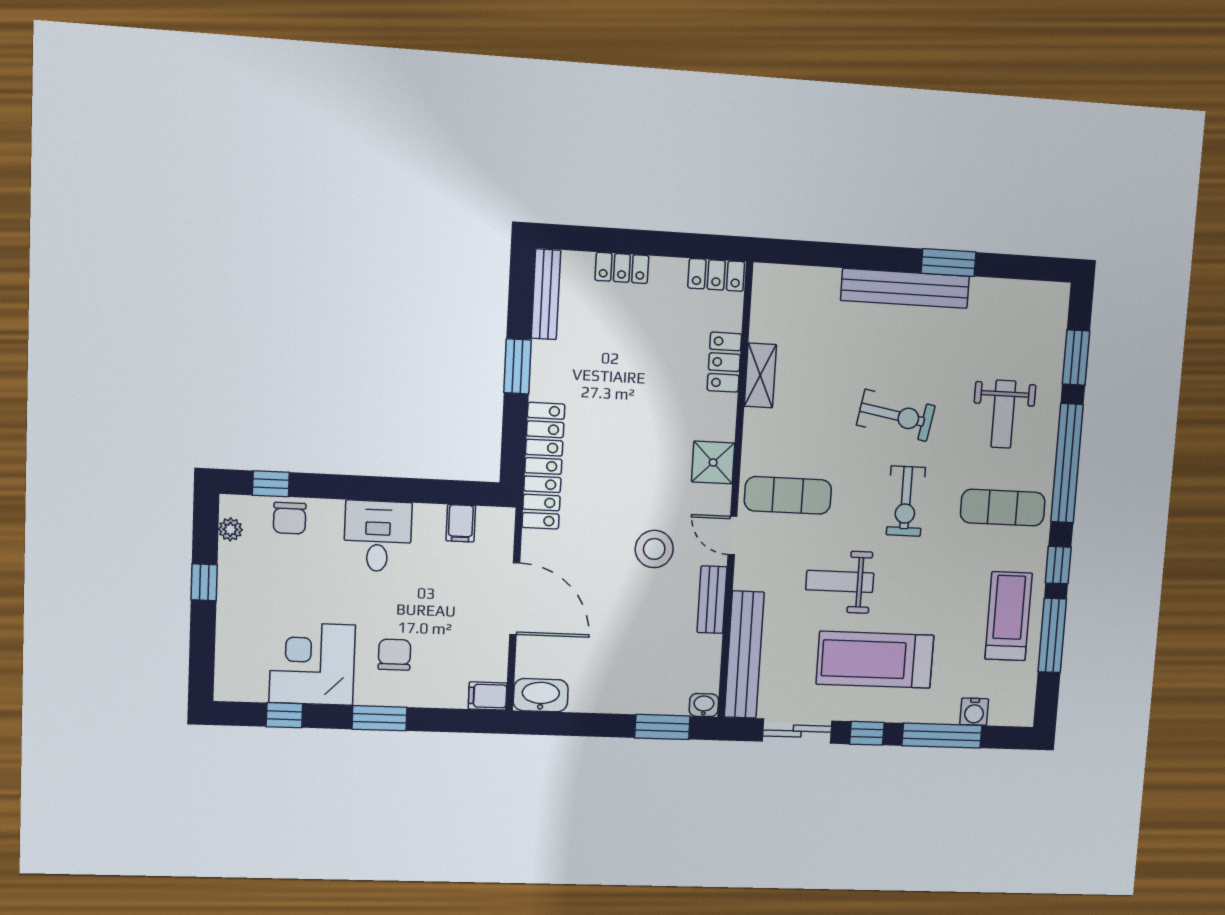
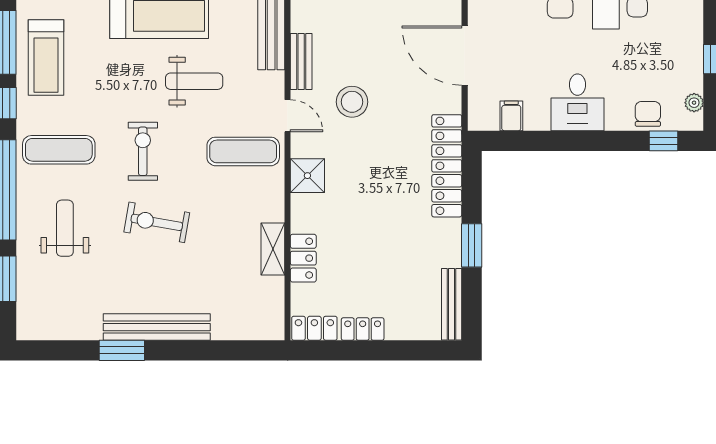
locker: (622, 268) -> (363, 329), moved

